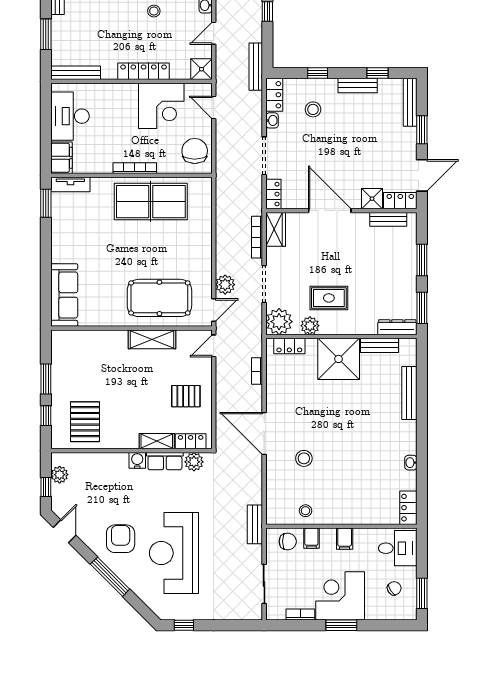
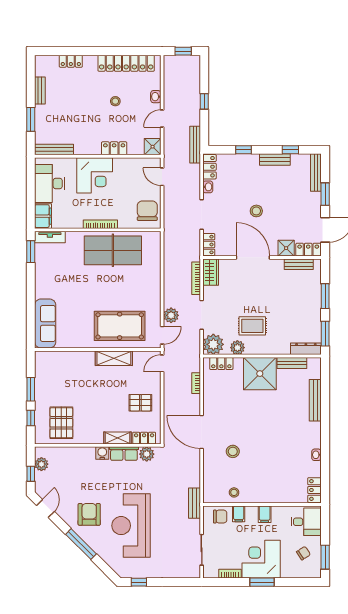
locker: (144, 71) -> (114, 148), width x0.66
corner desk: (161, 106) -> (95, 175), moved
stool: (313, 109) -> (256, 211), moved

